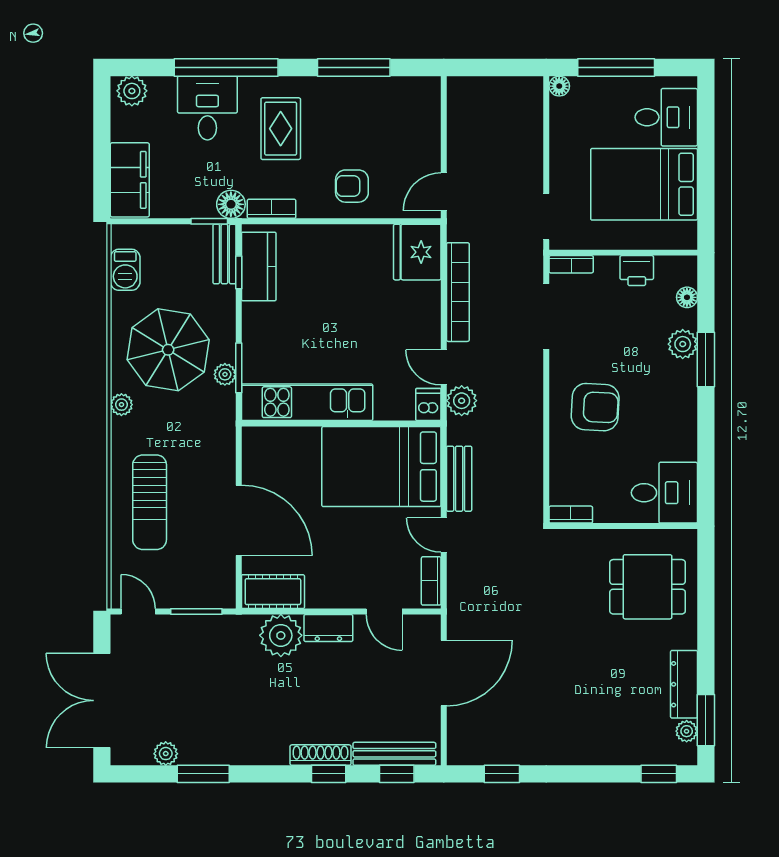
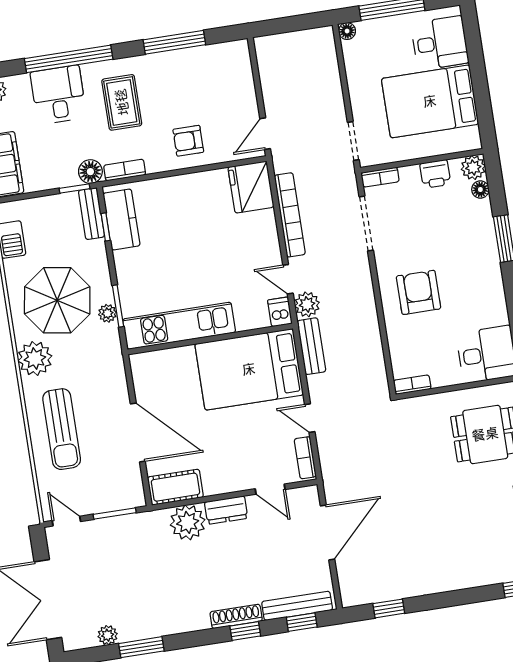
plant: (683, 344) -> (473, 168), moved
plant: (121, 405) -> (35, 359), width x1.88, depth x1.88
armchair: (595, 407) -> (418, 292), turned -93
bench: (459, 479) -> (311, 346), moved

